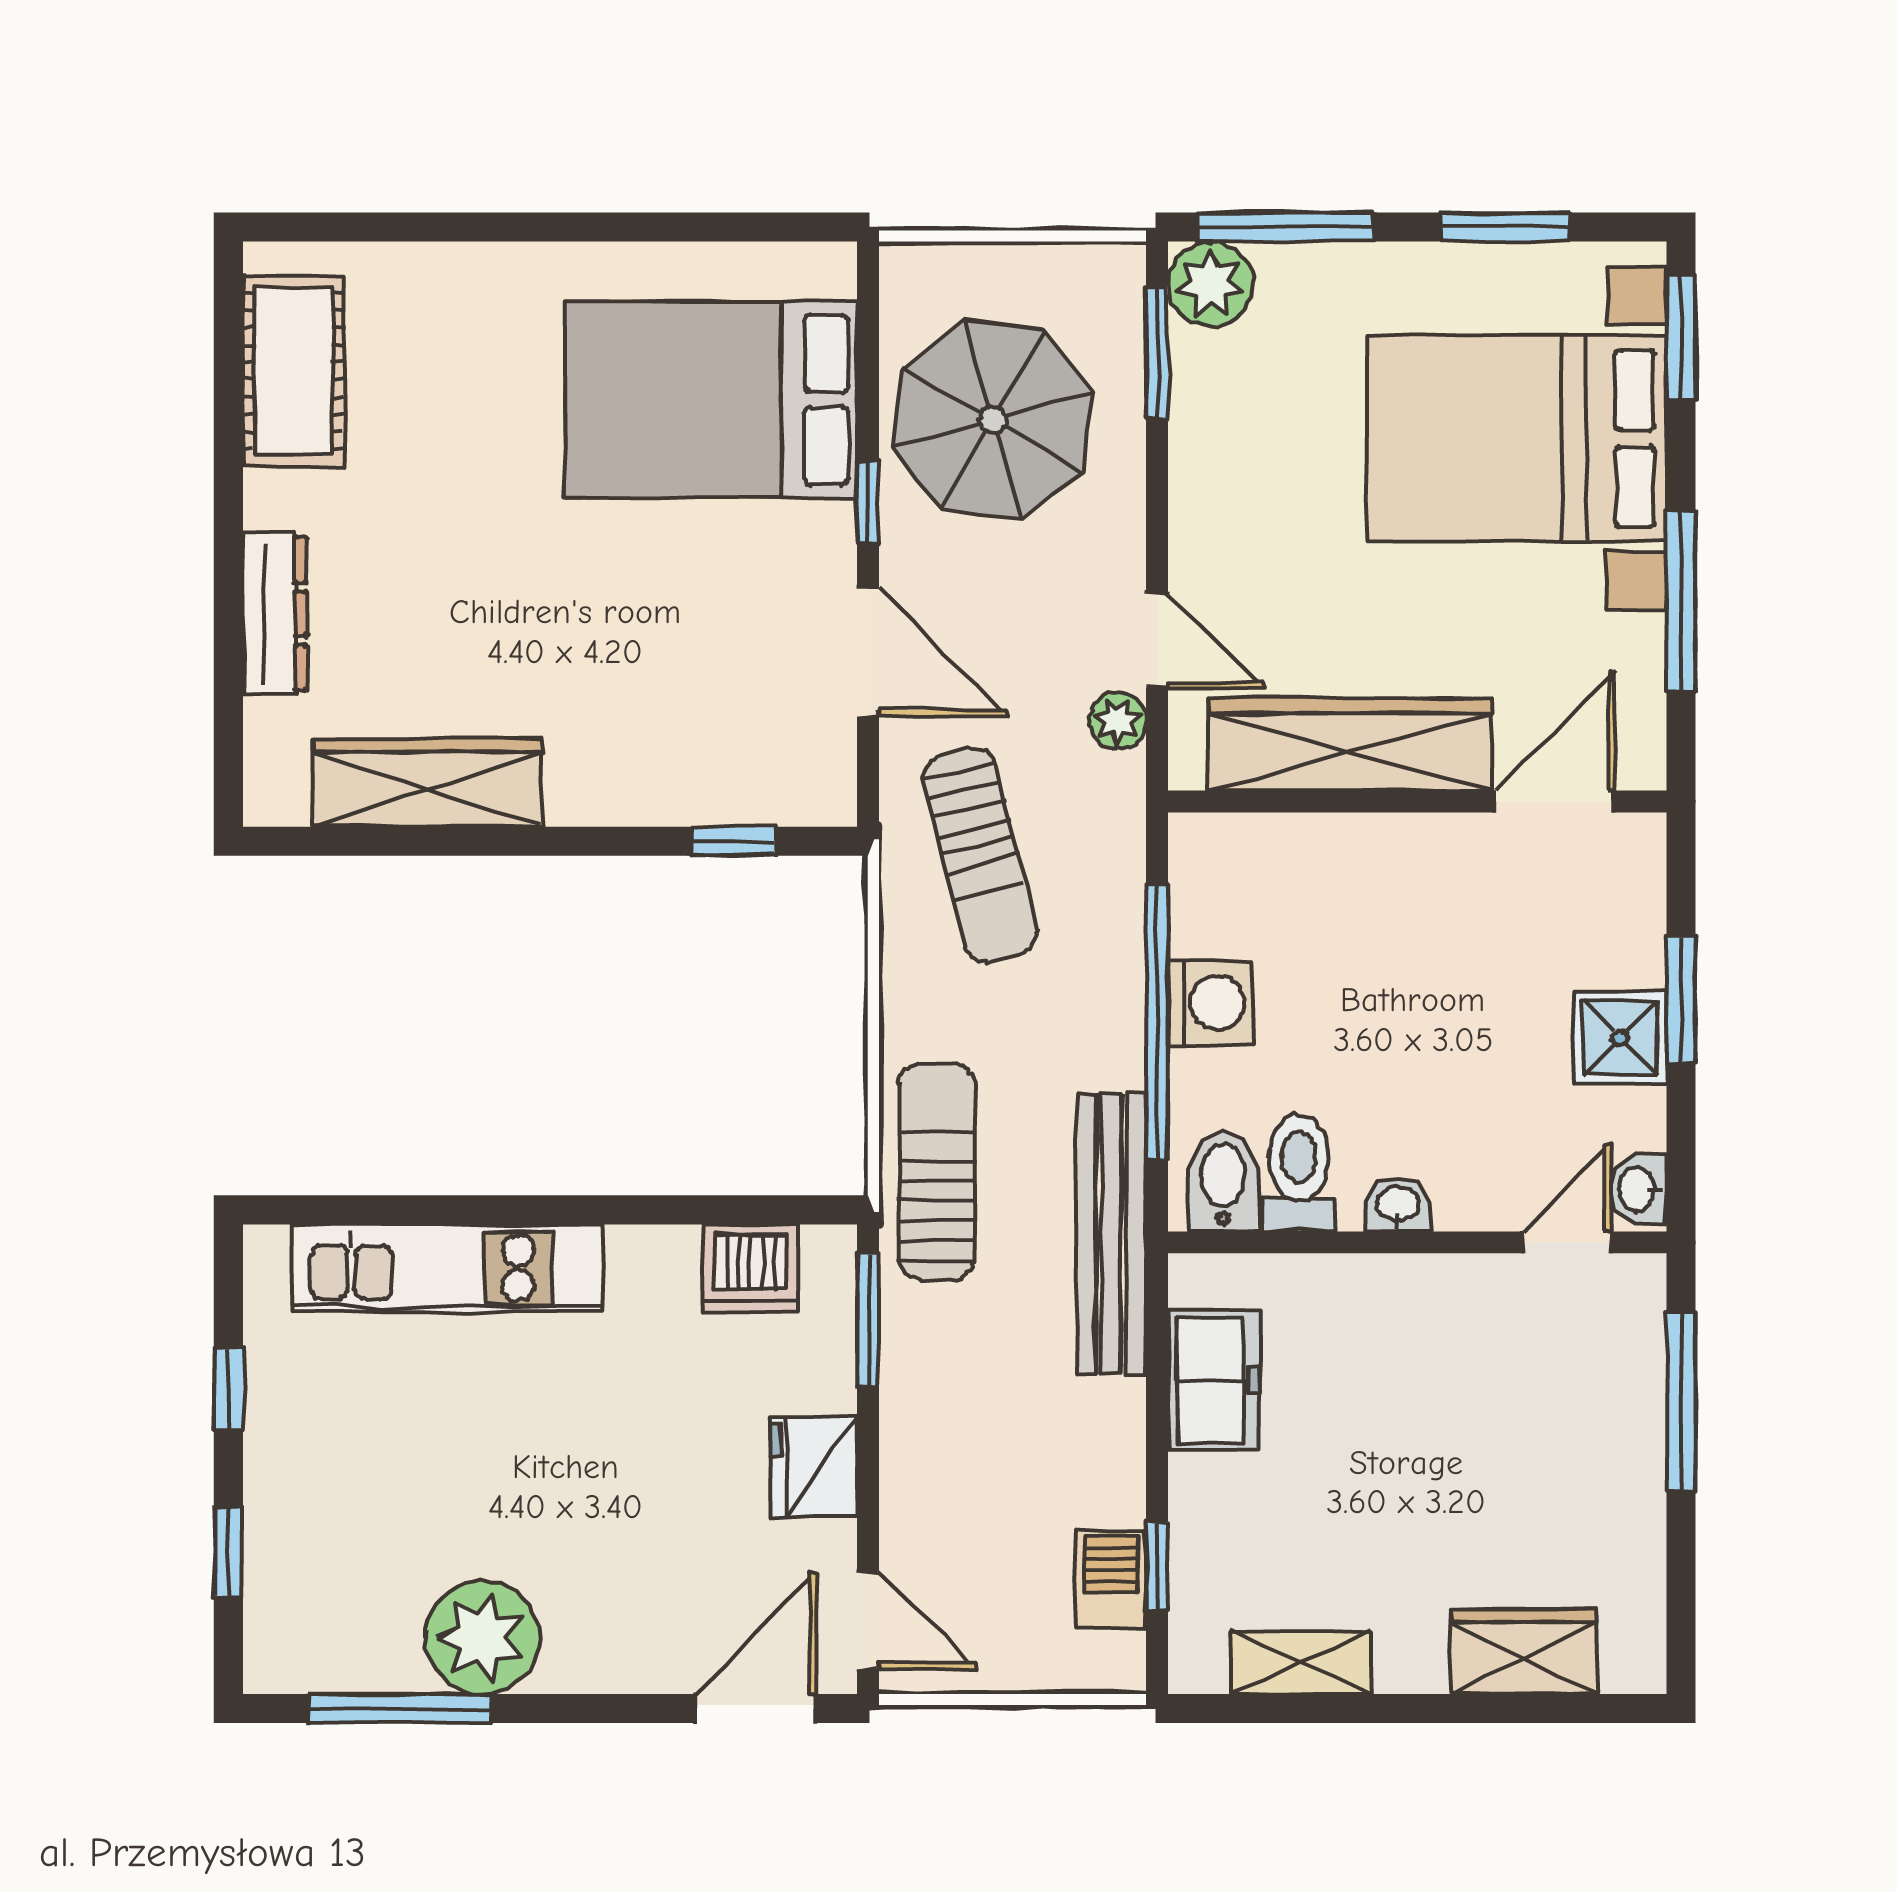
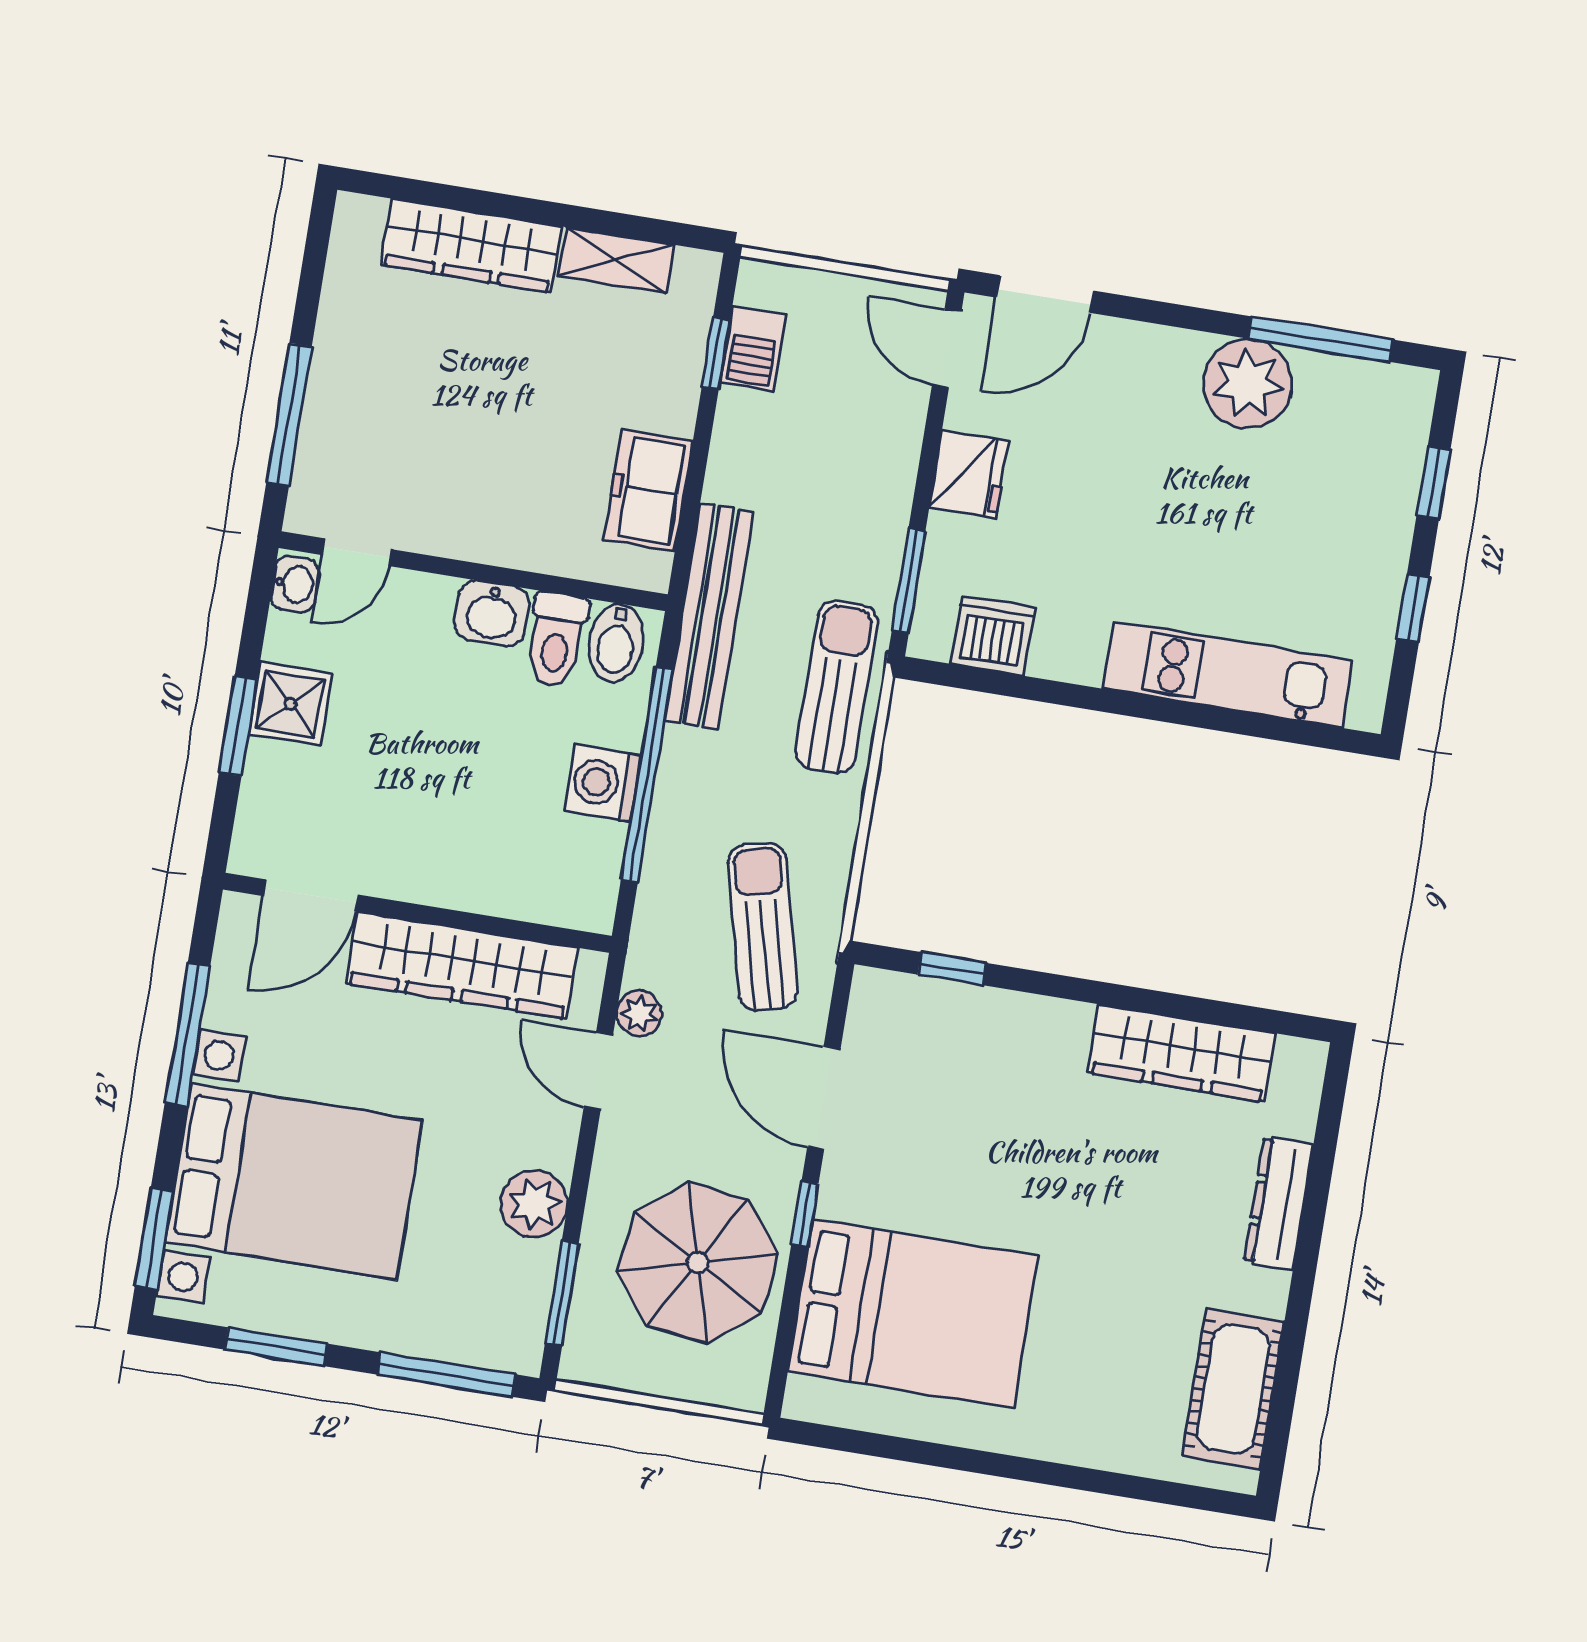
plant: (1210, 284) -> (534, 1204), moved
sun lounger: (937, 1172) -> (837, 687), turned 180
washbasin: (1398, 1205) -> (492, 613), width x1.38, depth x1.45
wardrobe: (1524, 1651) -> (471, 245), width x1.50

